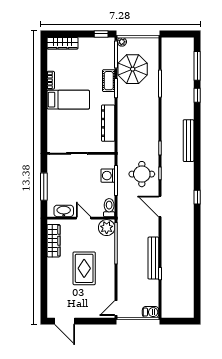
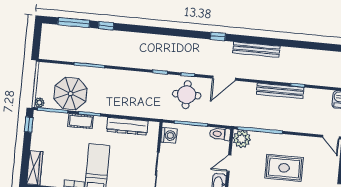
bench: (189, 141) -> (256, 50), moved
washing machine: (108, 176) -> (169, 135), moved, turned -90

